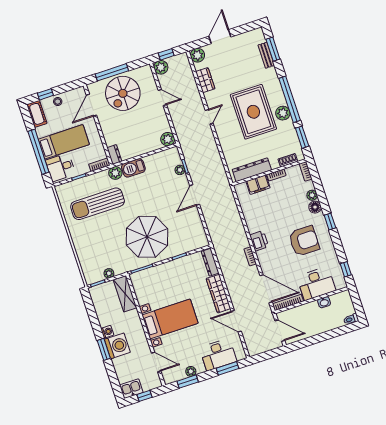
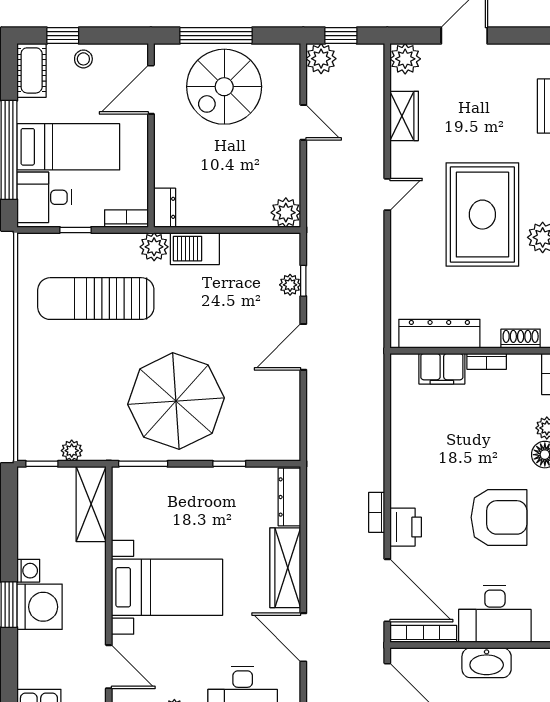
printer: (259, 241) -> (406, 527), moved
washbasin: (324, 302) -> (487, 663), width x1.91, depth x1.45

